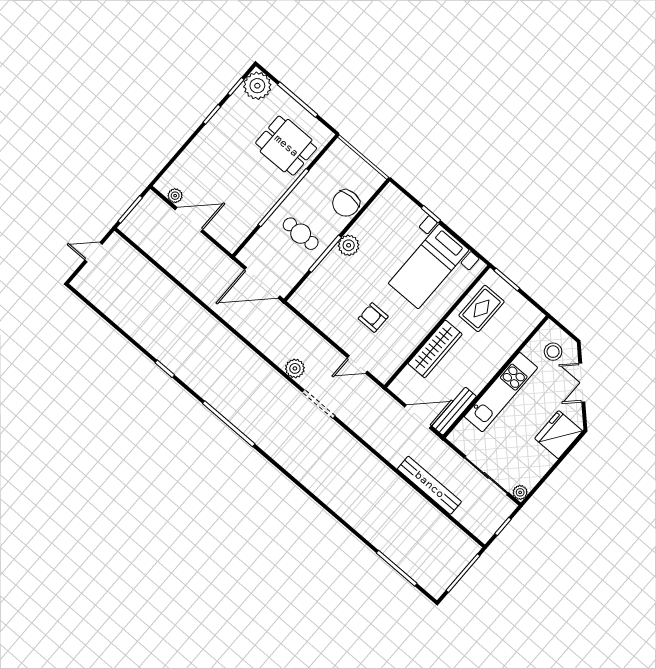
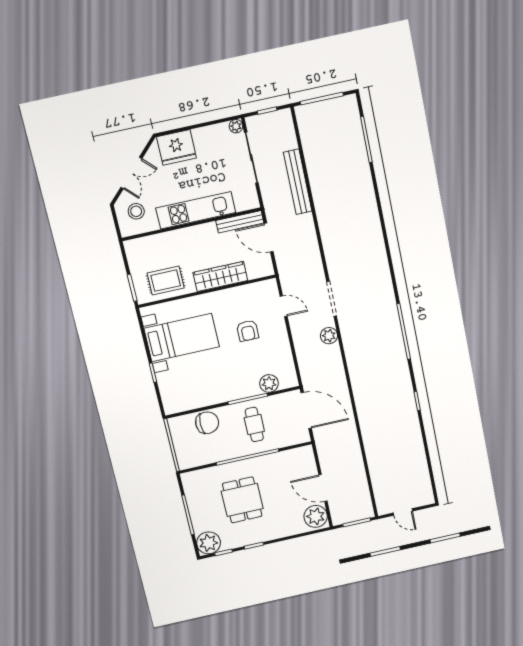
dining table: (286, 146) -> (242, 500), moved
plant: (175, 196) -> (316, 516), width x1.88, depth x1.88
plant: (349, 245) -> (269, 383), moved

